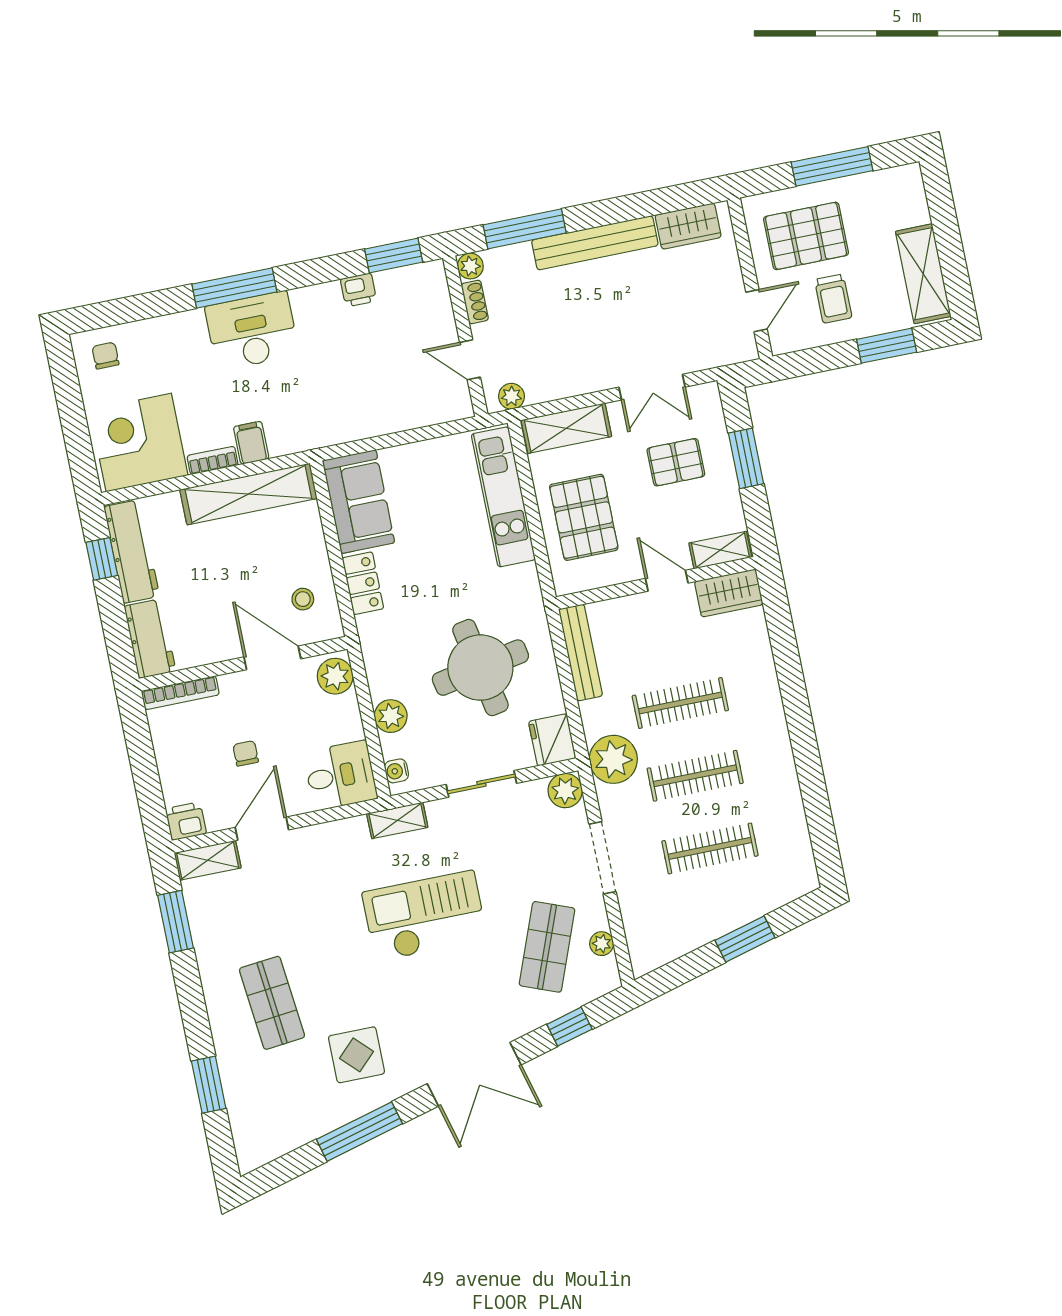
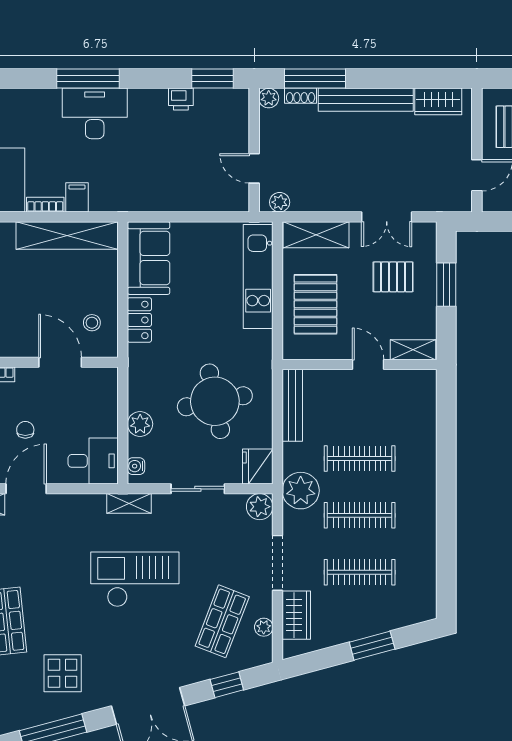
shoe rack: (475, 302) -> (301, 96), moved, turned 90
wardrobe: (729, 593) -> (296, 615), moved, turned -90
plant: (335, 676) -> (104, 386), removed

